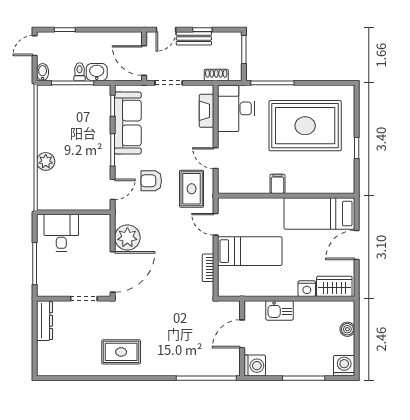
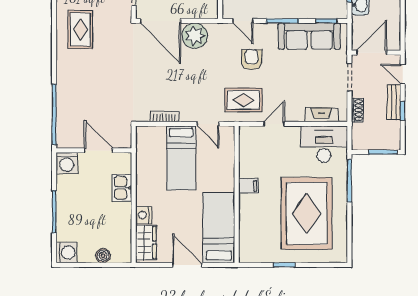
shoe rack: (216, 75) -> (357, 110), moved
door: (216, 224) -> (208, 124), swing flipped

